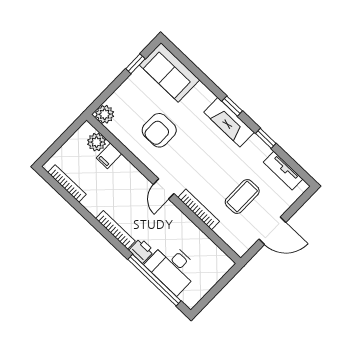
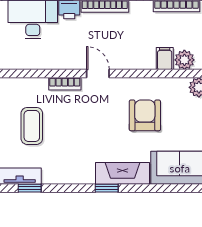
fireplace: (229, 122) -> (123, 173), moved
window: (266, 138) -> (30, 188), moved
bookcase: (199, 209) -> (65, 84), width x0.64

